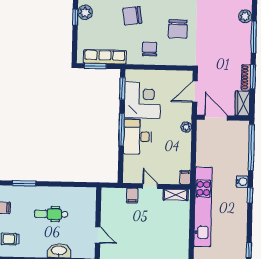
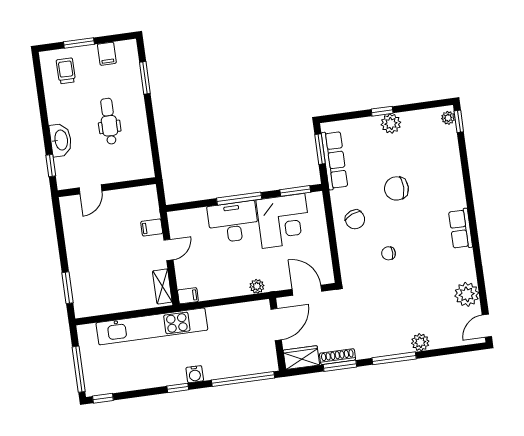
chair: (132, 16) -> (396, 188), turned -82
chair: (178, 29) -> (389, 253), width x0.54, depth x0.54
chair: (150, 49) -> (355, 219), turned 68

